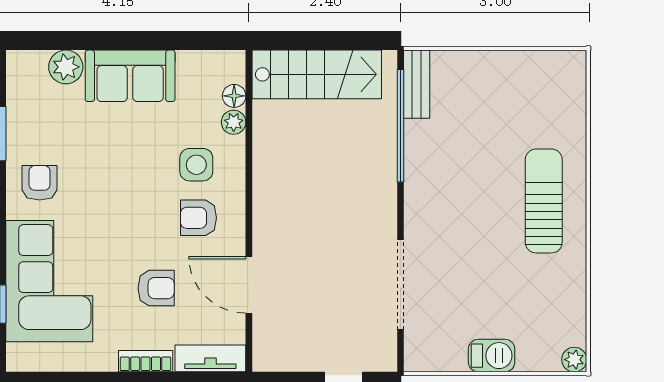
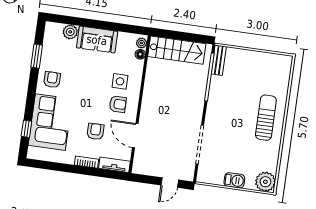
plant: (234, 122) -> (142, 43), moved
armchair: (198, 218) -> (118, 104), turned 180
armchair: (156, 288) -> (95, 132), turned -90
plant: (574, 360) -> (265, 182), width x1.88, depth x1.88

